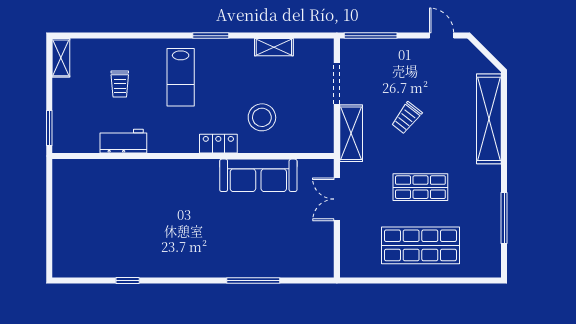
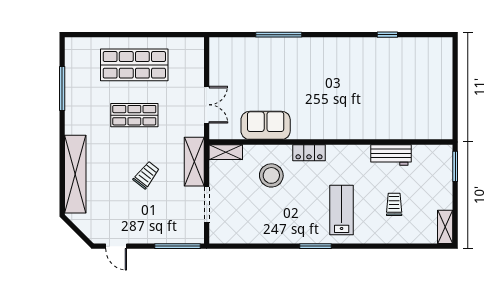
shelving: (274, 47) -> (226, 152), moved
sofa: (258, 175) -> (266, 125), width x0.73

